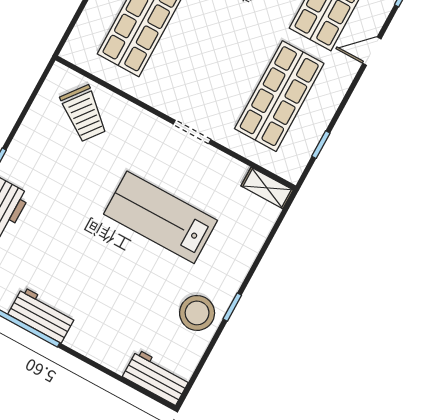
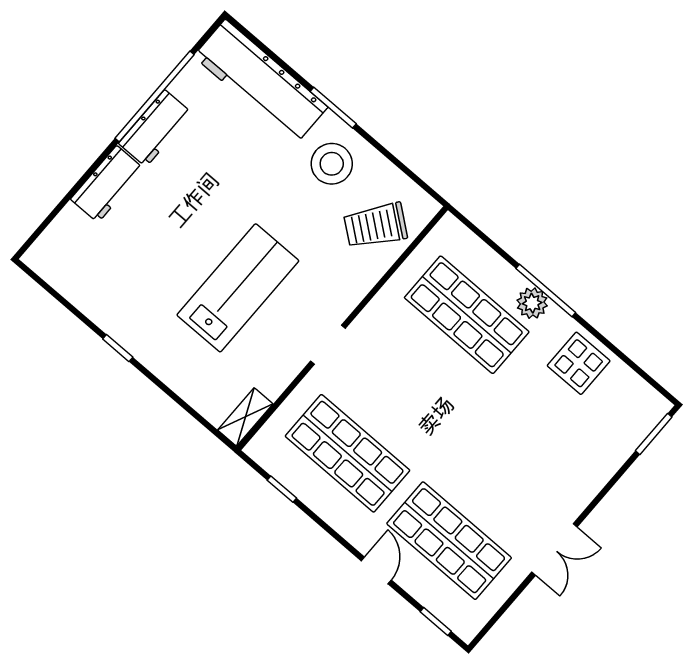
stool: (197, 313) -> (332, 164), moved
workbench: (156, 377) -> (107, 184), moved

